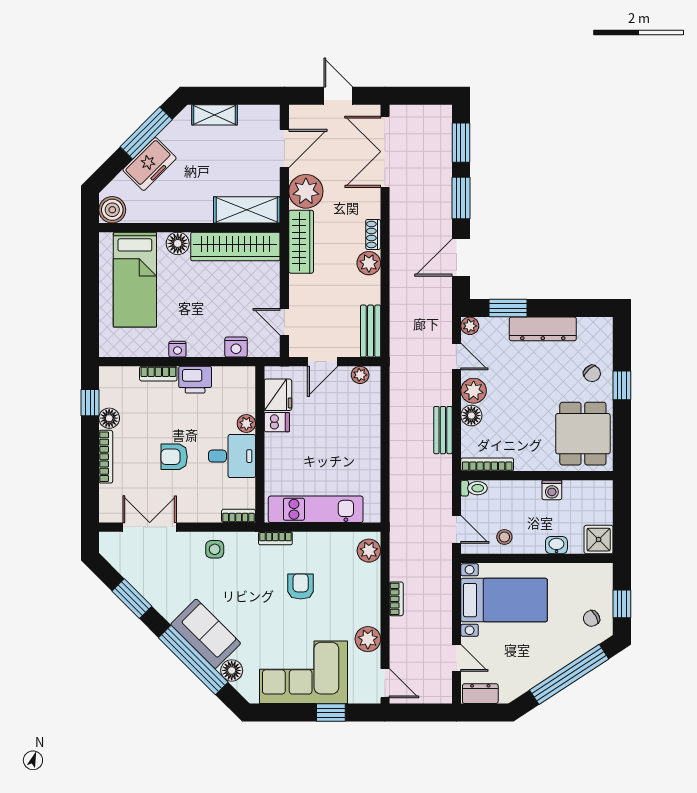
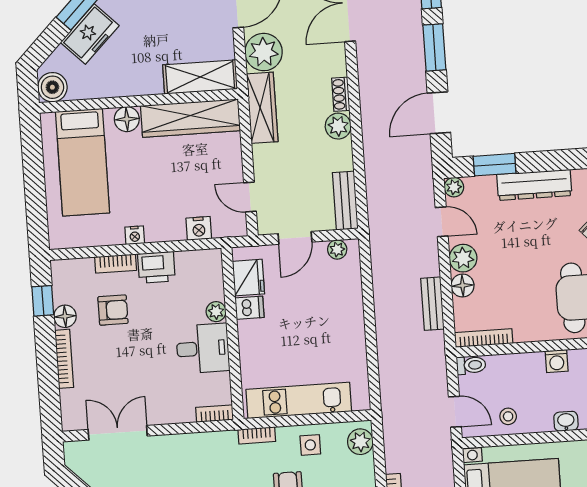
armchair: (174, 457) -> (113, 310), moved, turned 180
side table: (215, 549) -> (310, 445), moved

